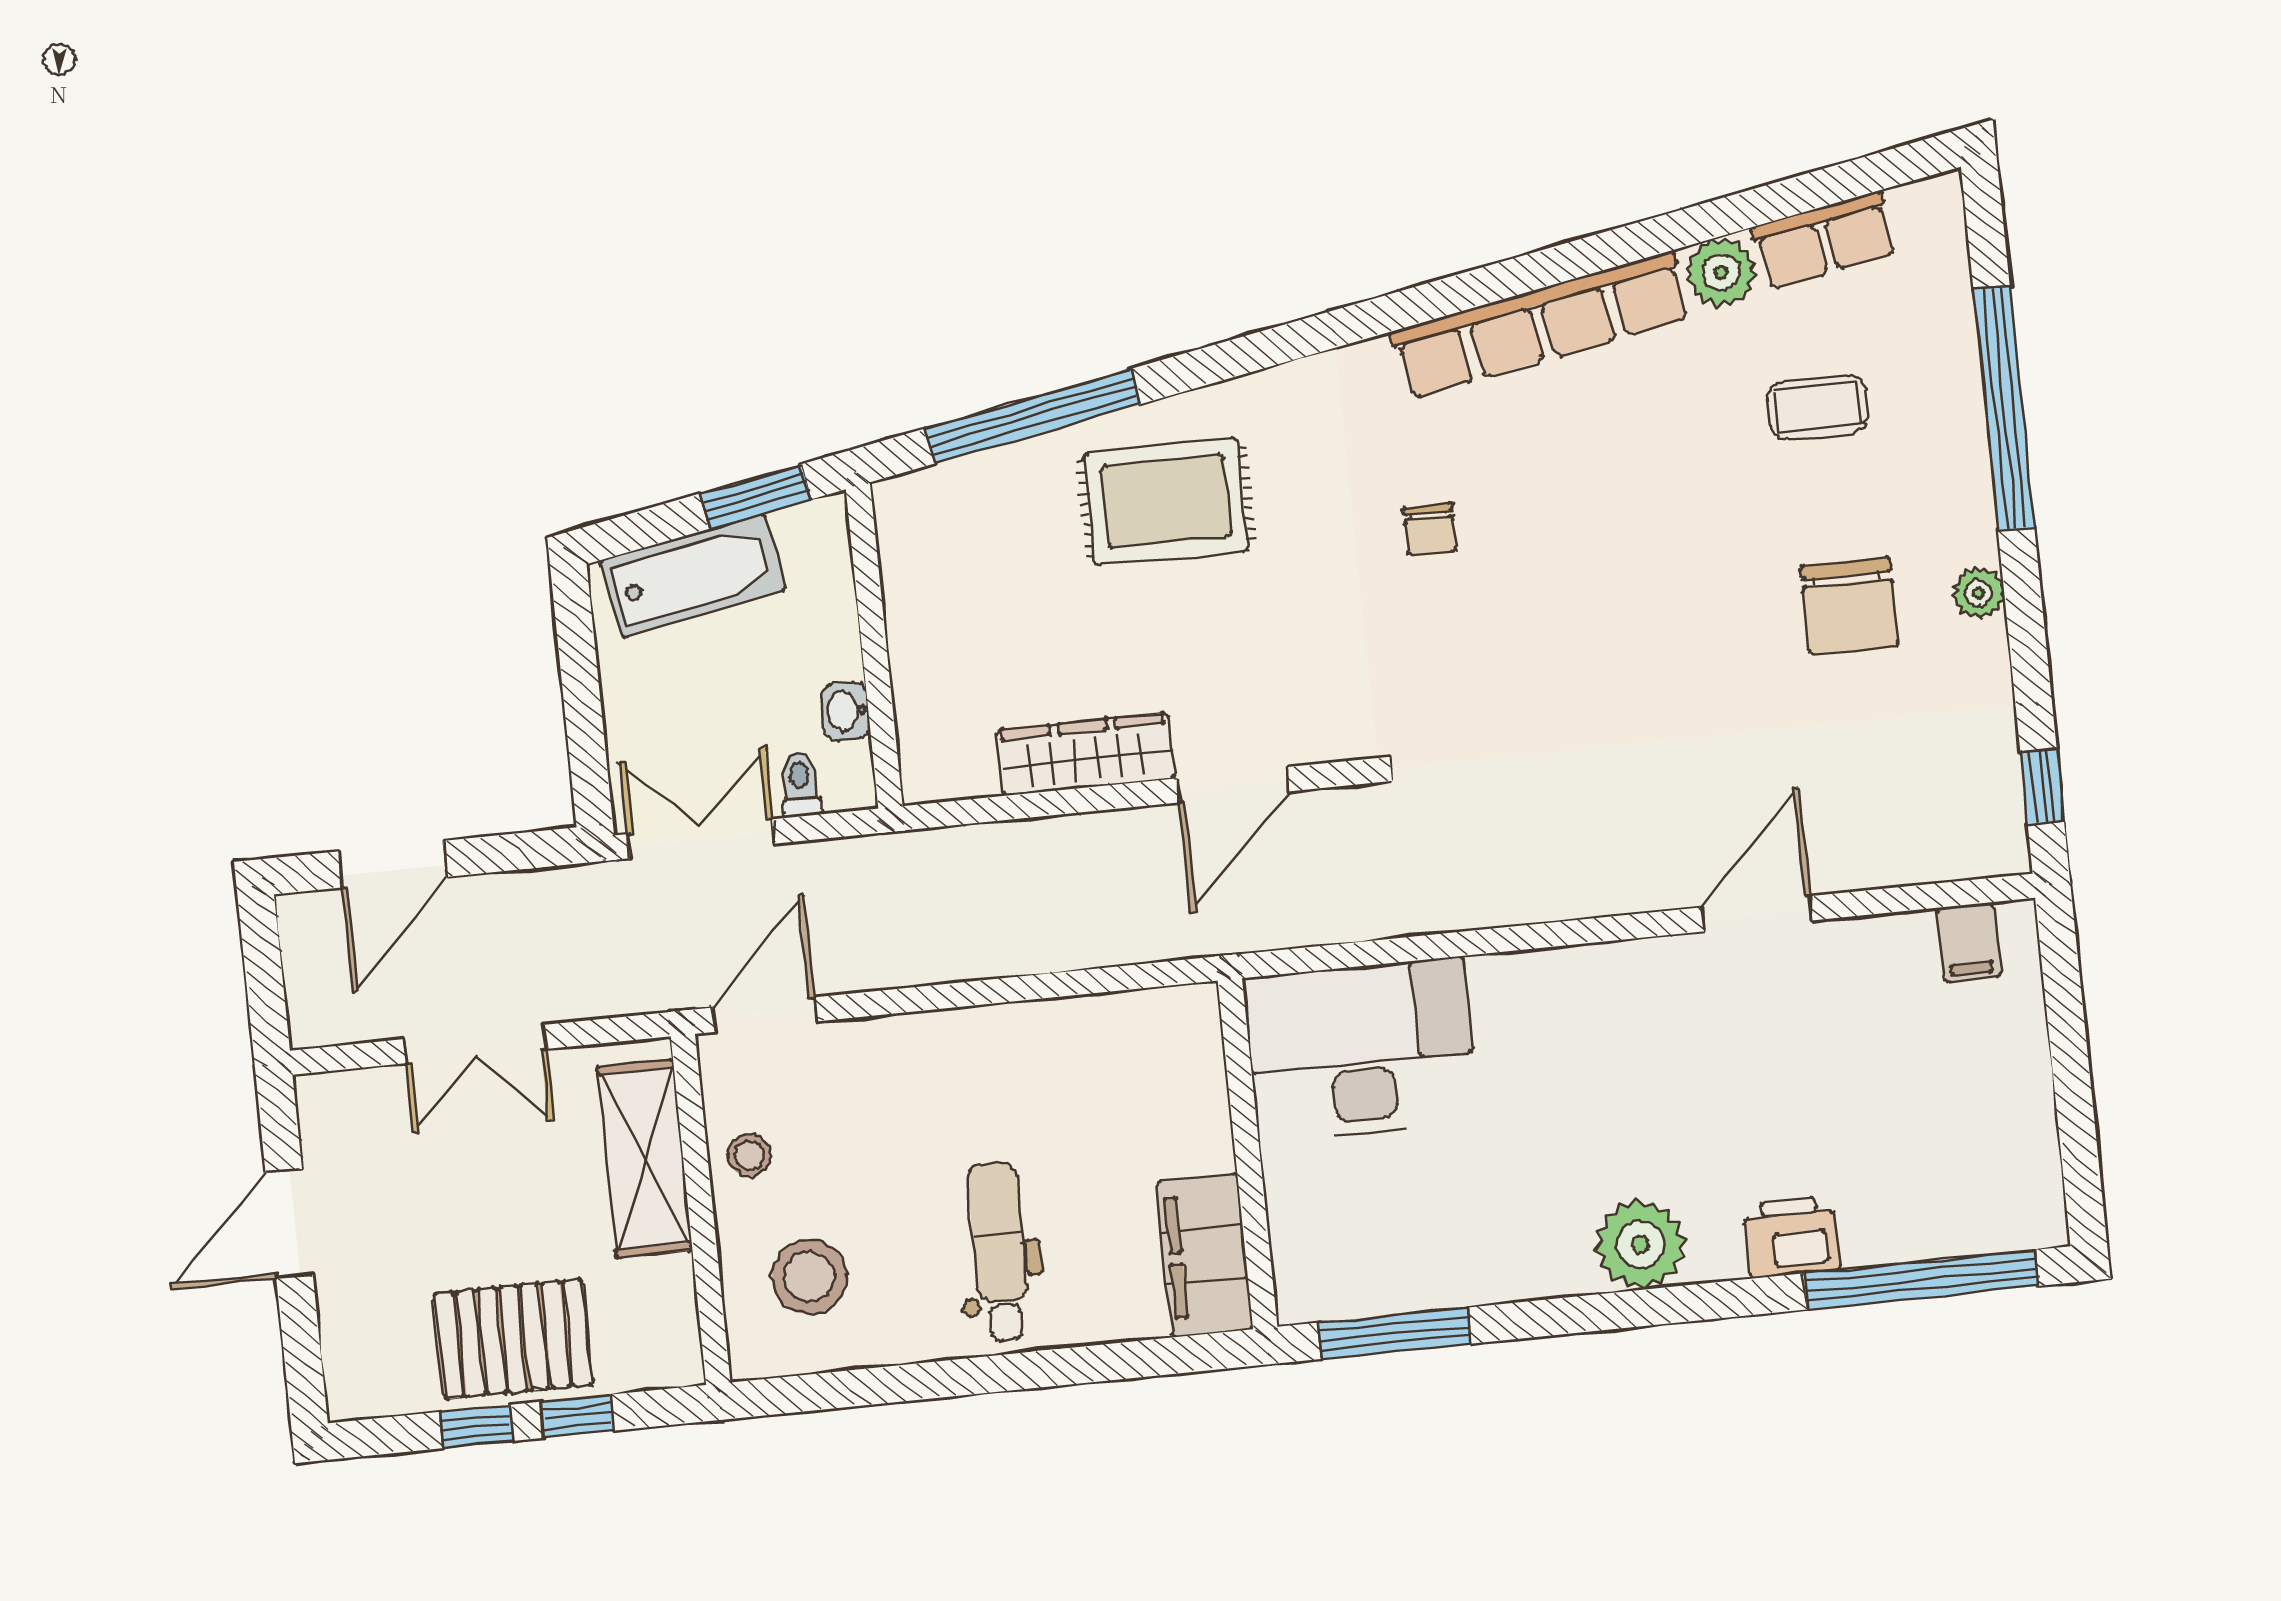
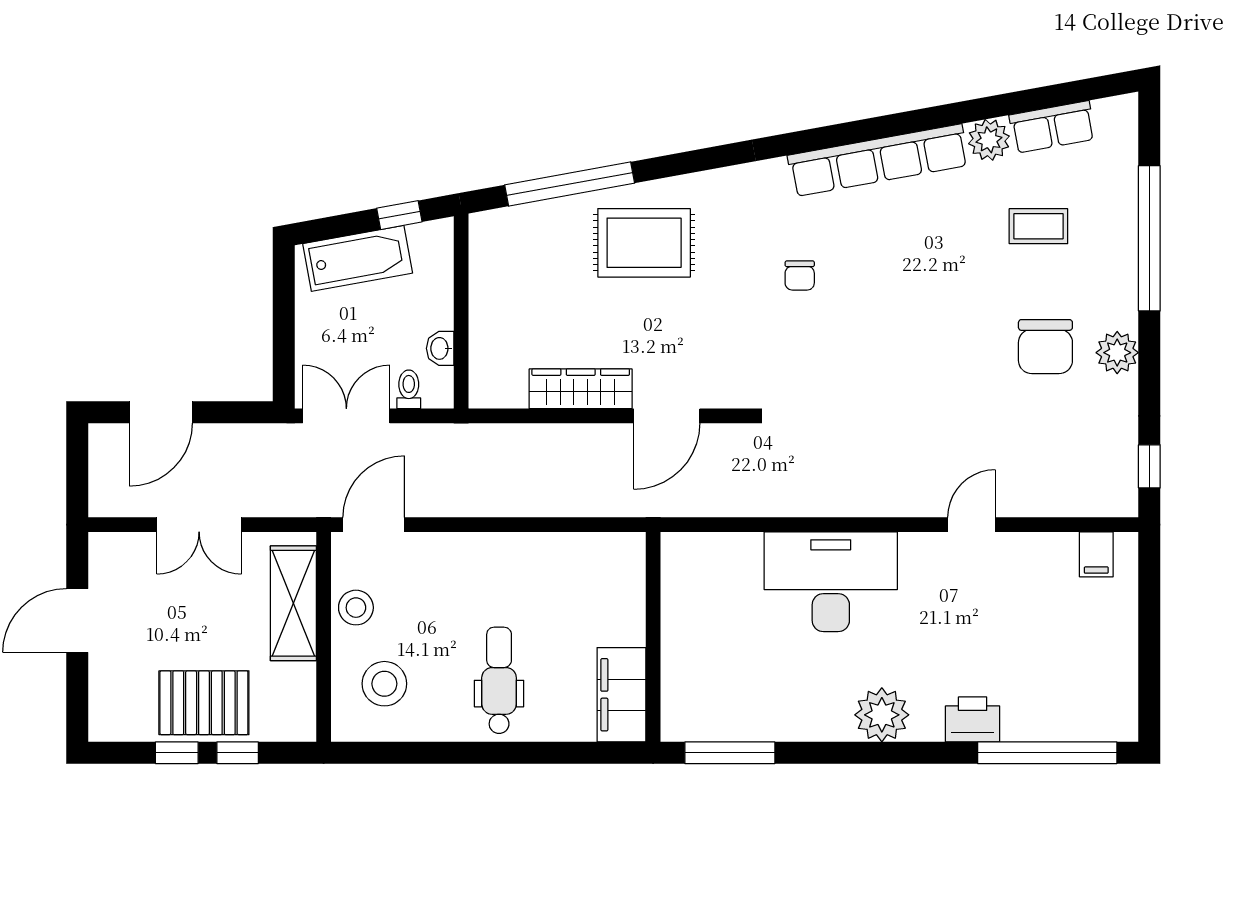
window: (755, 497) -> (399, 215), width x0.67
plant: (1978, 593) -> (1117, 353), width x1.38, depth x1.38
door: (1757, 914) -> (972, 525), width x0.73
desk: (1361, 1050) -> (831, 582), moved
stool: (749, 1155) -> (356, 608), width x1.37, depth x1.37

